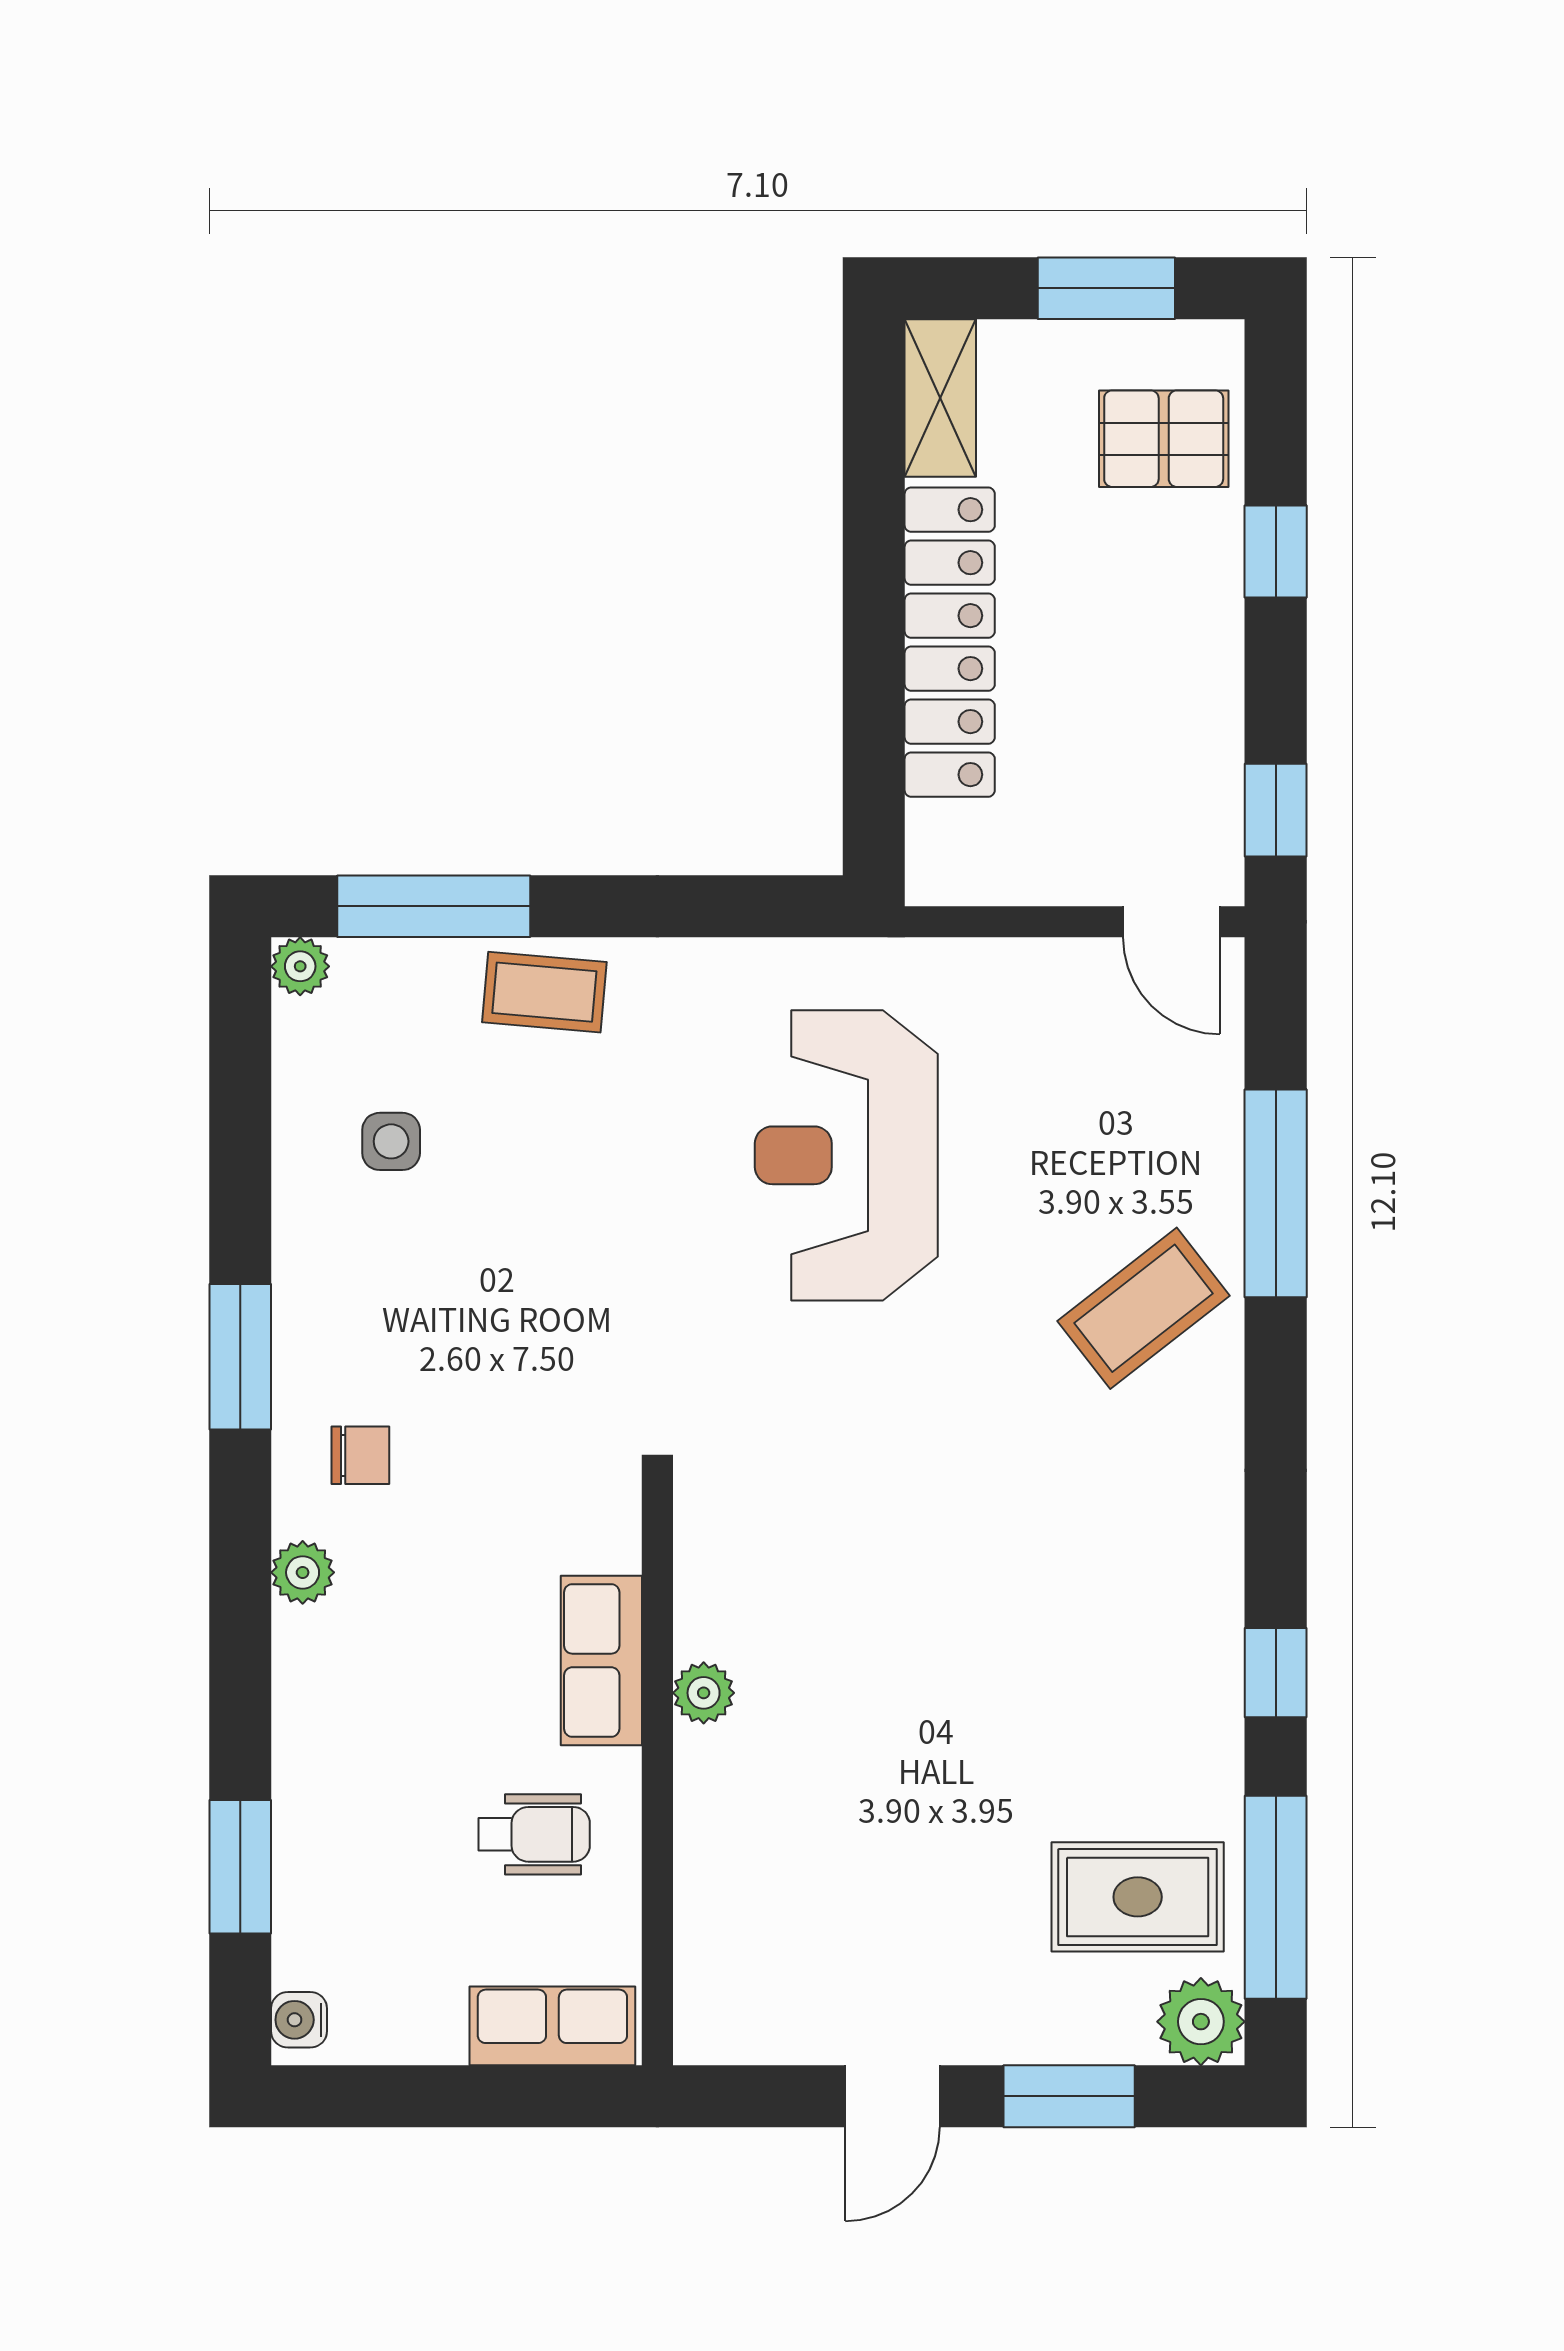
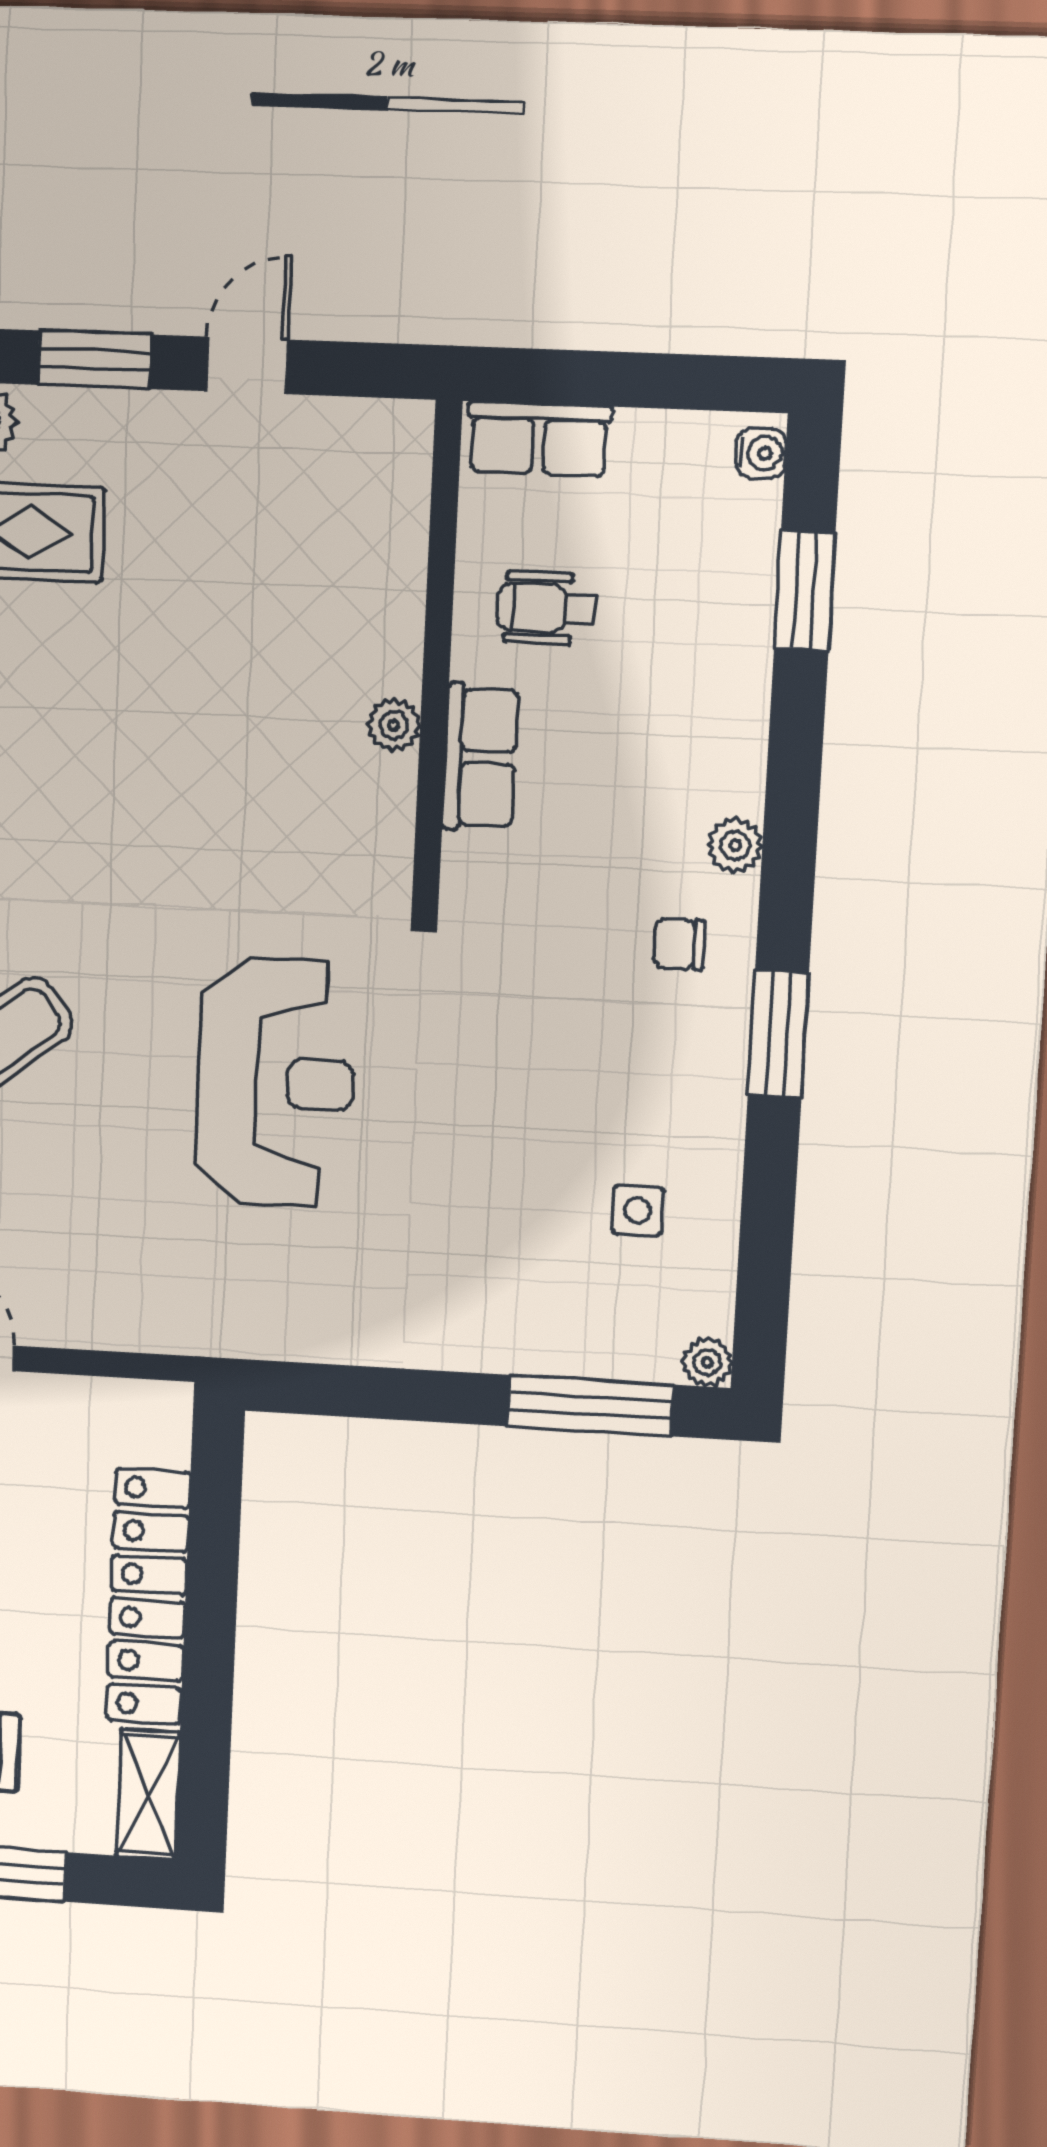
coffee table: (544, 992) -> (501, 1328), removed
reception desk: (846, 1155) -> (275, 1082), moved

